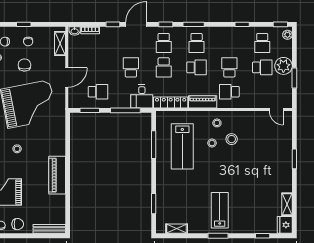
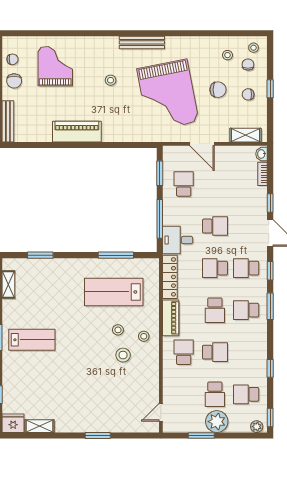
school desk: (98, 92) -> (184, 184), turned 180

